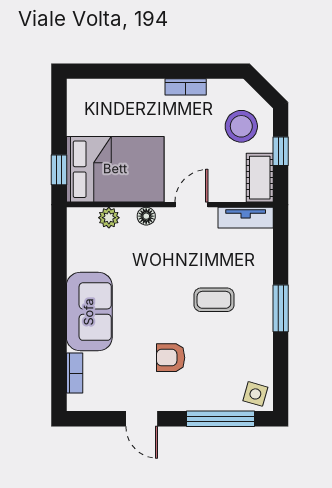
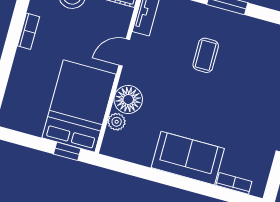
door: (191, 205) -> (124, 52), hinge flipped
floor lamp: (146, 216) -> (128, 99), width x1.89, depth x1.89
armchair: (171, 358) -> (243, 103), removed

